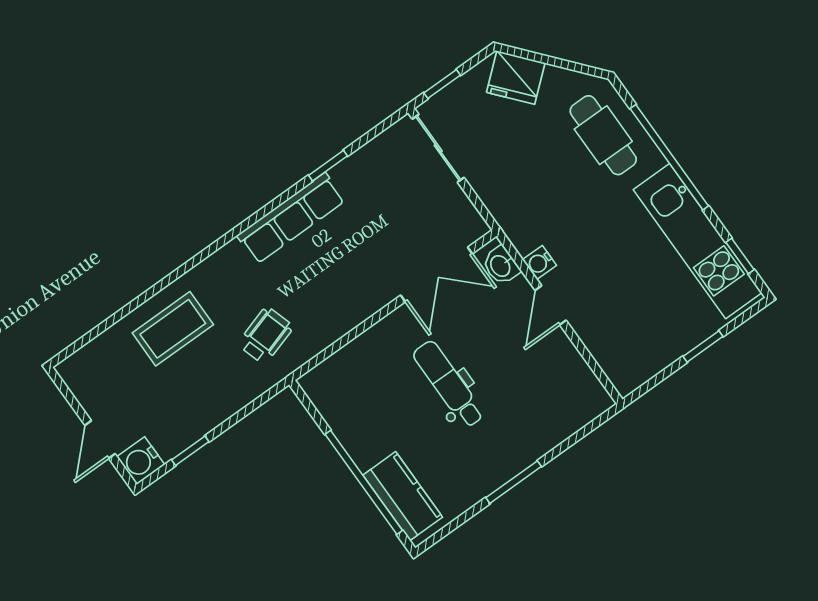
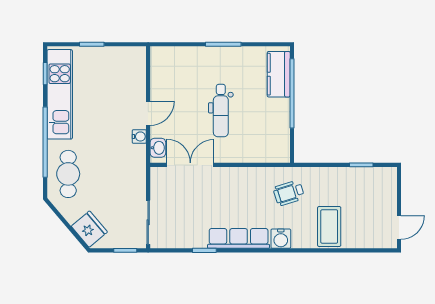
coffee table: (173, 329) -> (329, 227), turned 90
door: (100, 439) -> (399, 227), moved
water cooler: (141, 461) -> (281, 239), moved, turned 90

